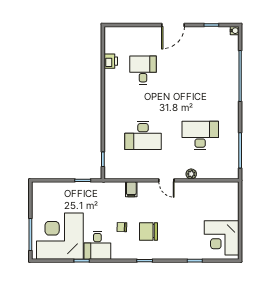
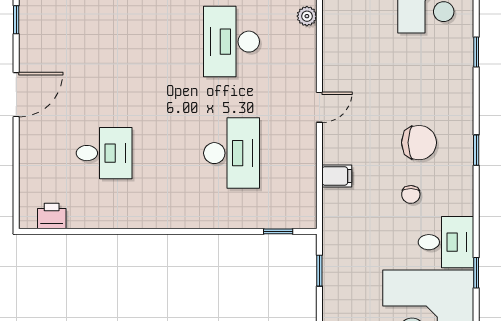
door: (173, 25) -> (16, 95), hinge flipped
printer: (111, 61) -> (52, 216), moved
desk: (143, 70) -> (104, 153), turned 180
plant: (191, 174) -> (307, 16), moved
chair: (148, 231) -> (419, 143), turned -90

